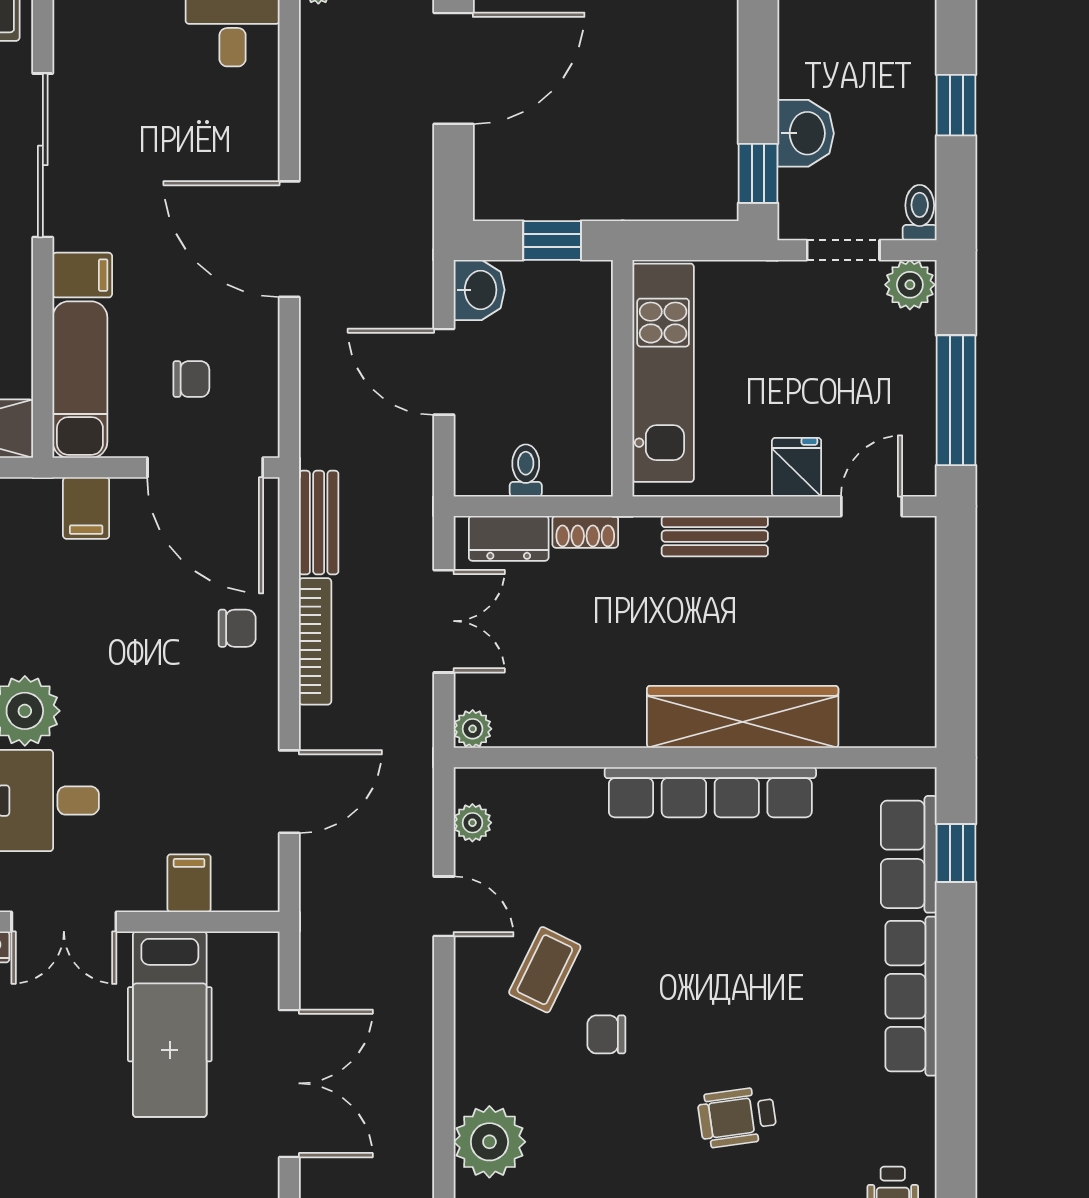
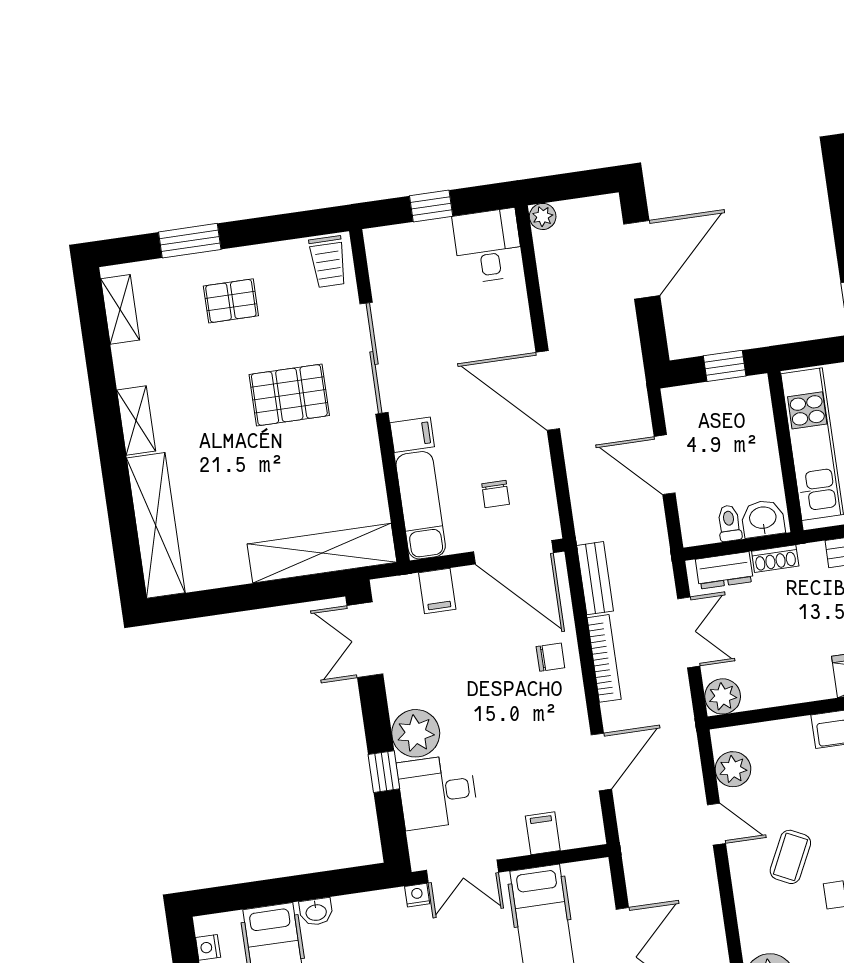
washbasin: (479, 290) -> (763, 519), moved, turned -90
chair: (191, 379) -> (496, 494), turned 90
plant: (473, 729) -> (723, 696), width x1.38, depth x1.38
plant: (472, 823) -> (733, 769), width x1.38, depth x1.38

